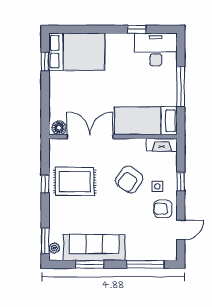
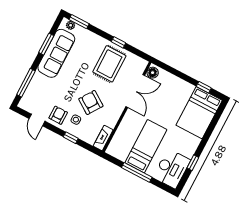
bed: (146, 121) -> (146, 146), moved

